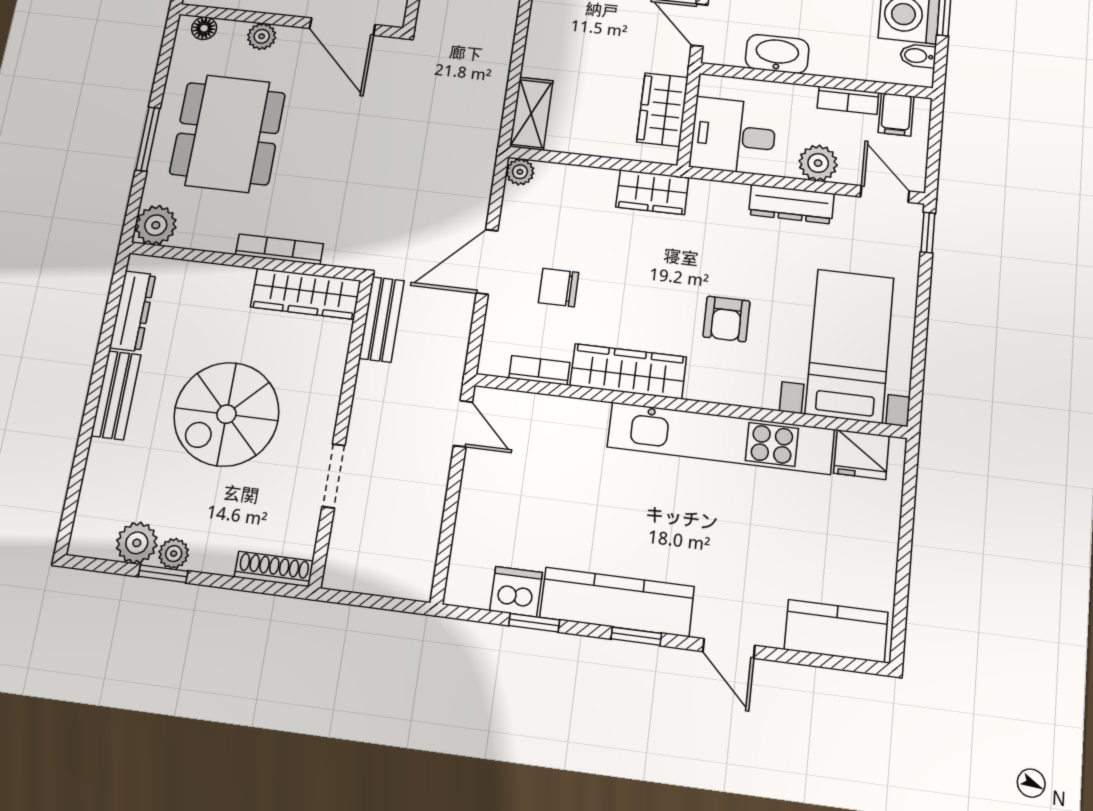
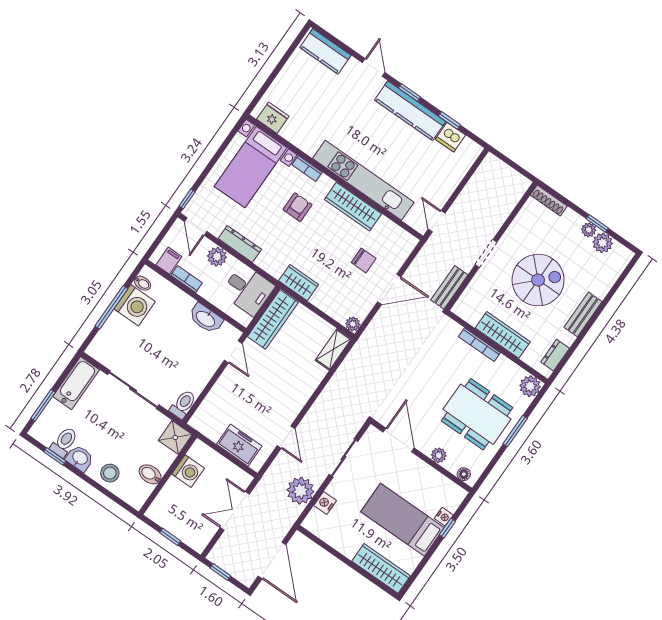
wardrobe: (662, 110) -> (273, 319), width x1.50
dining table: (228, 133) -> (477, 414), turned 90
wardrobe: (306, 294) -> (503, 335), moved
dresser: (133, 311) -> (555, 355), width x0.70
bookcase: (539, 370) -> (307, 168), moved
kitchen unit: (721, 438) -> (363, 180), moved
doorway: (334, 476) -> (486, 254), moved

